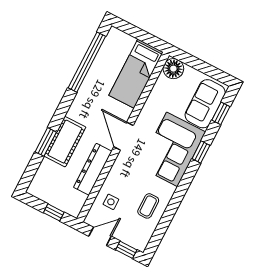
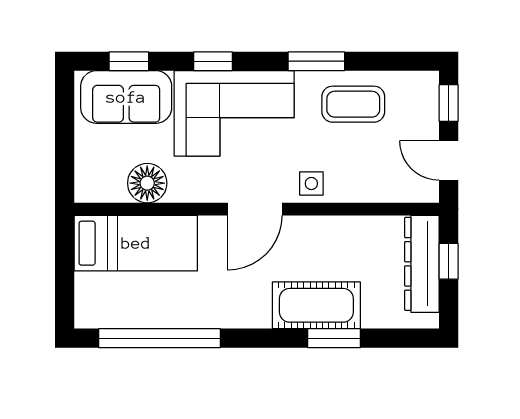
floor lamp: (173, 69) -> (147, 183), moved
dresser: (93, 169) -> (422, 264), moved, turned 90
window: (177, 199) -> (316, 61), added
side table: (111, 202) -> (311, 184), moved
coffee table: (148, 206) -> (353, 104), width x1.36, depth x1.30

